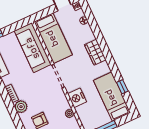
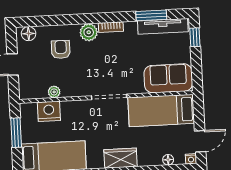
sofa: (33, 48) -> (168, 78), width x0.73
nightstand: (77, 98) -> (49, 111), moved

